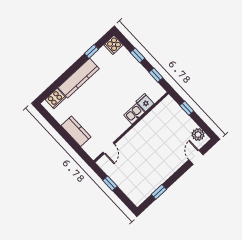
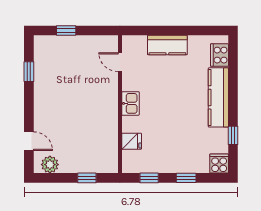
kitchen sink: (134, 114) -> (130, 103), moved
window: (110, 183) -> (66, 30), moved

